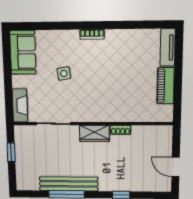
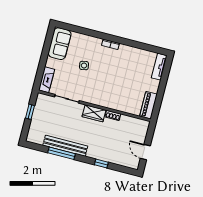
piano: (166, 86) -> (148, 105), moved

